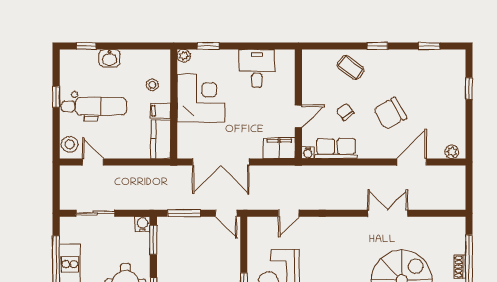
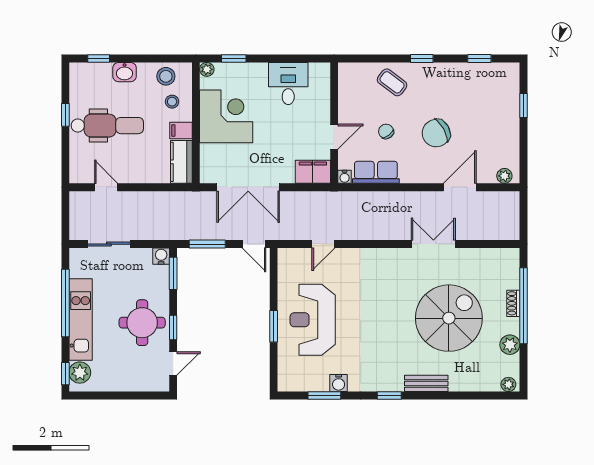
stool: (70, 144) -> (166, 76), moved

